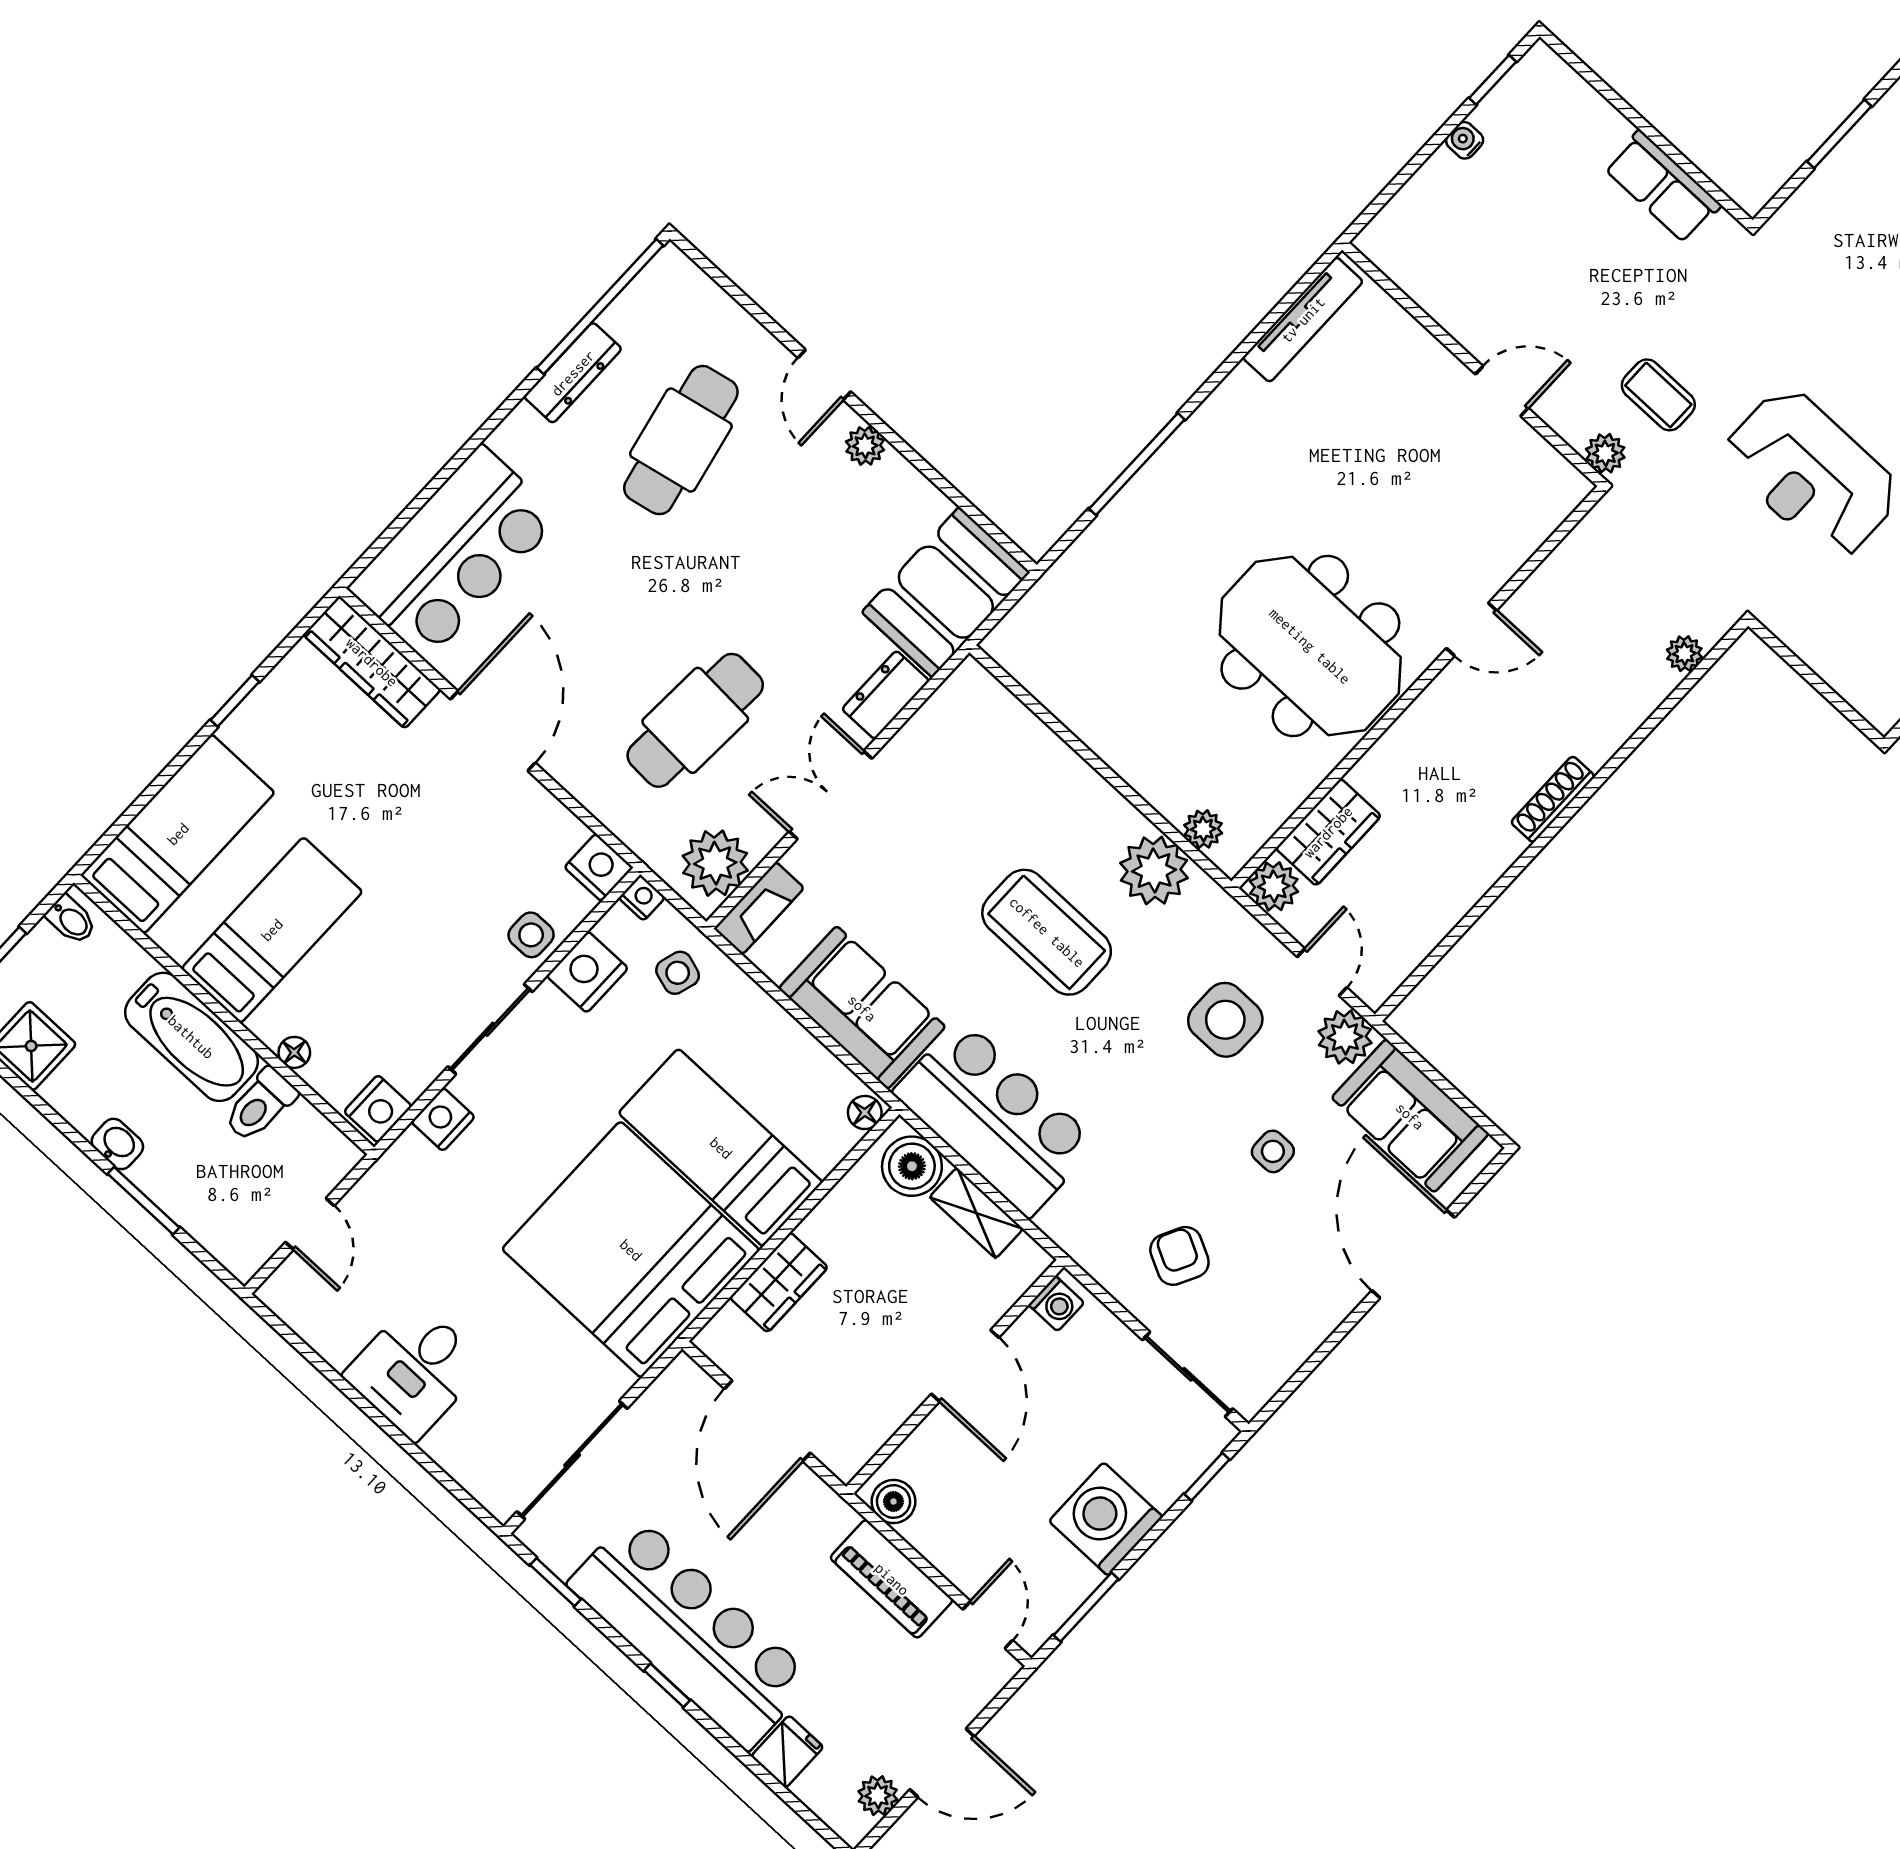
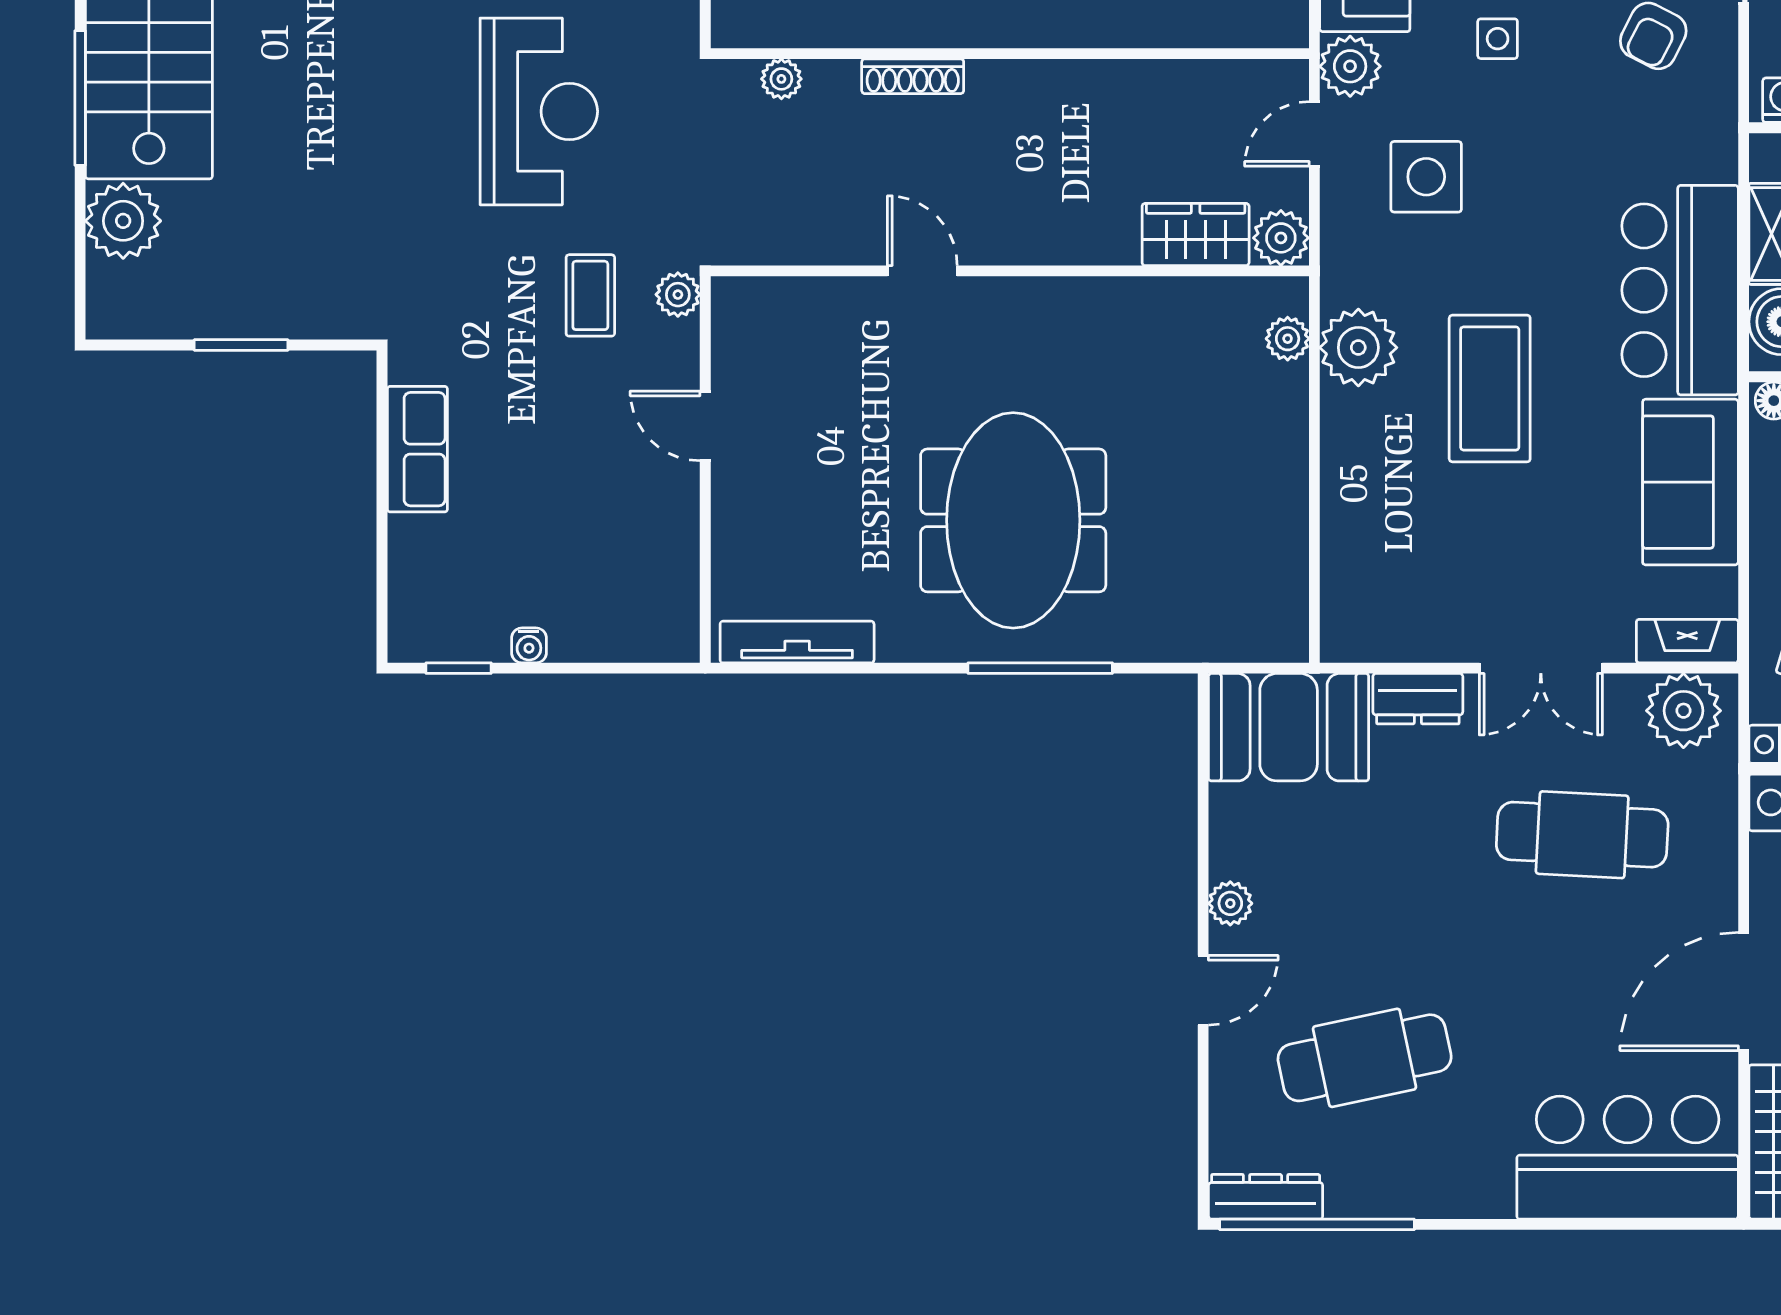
dresser: (573, 373) -> (1266, 1197), moved
meeting table: (1310, 646) -> (1013, 520), moved
shoe rack: (1553, 799) -> (913, 76), moved

